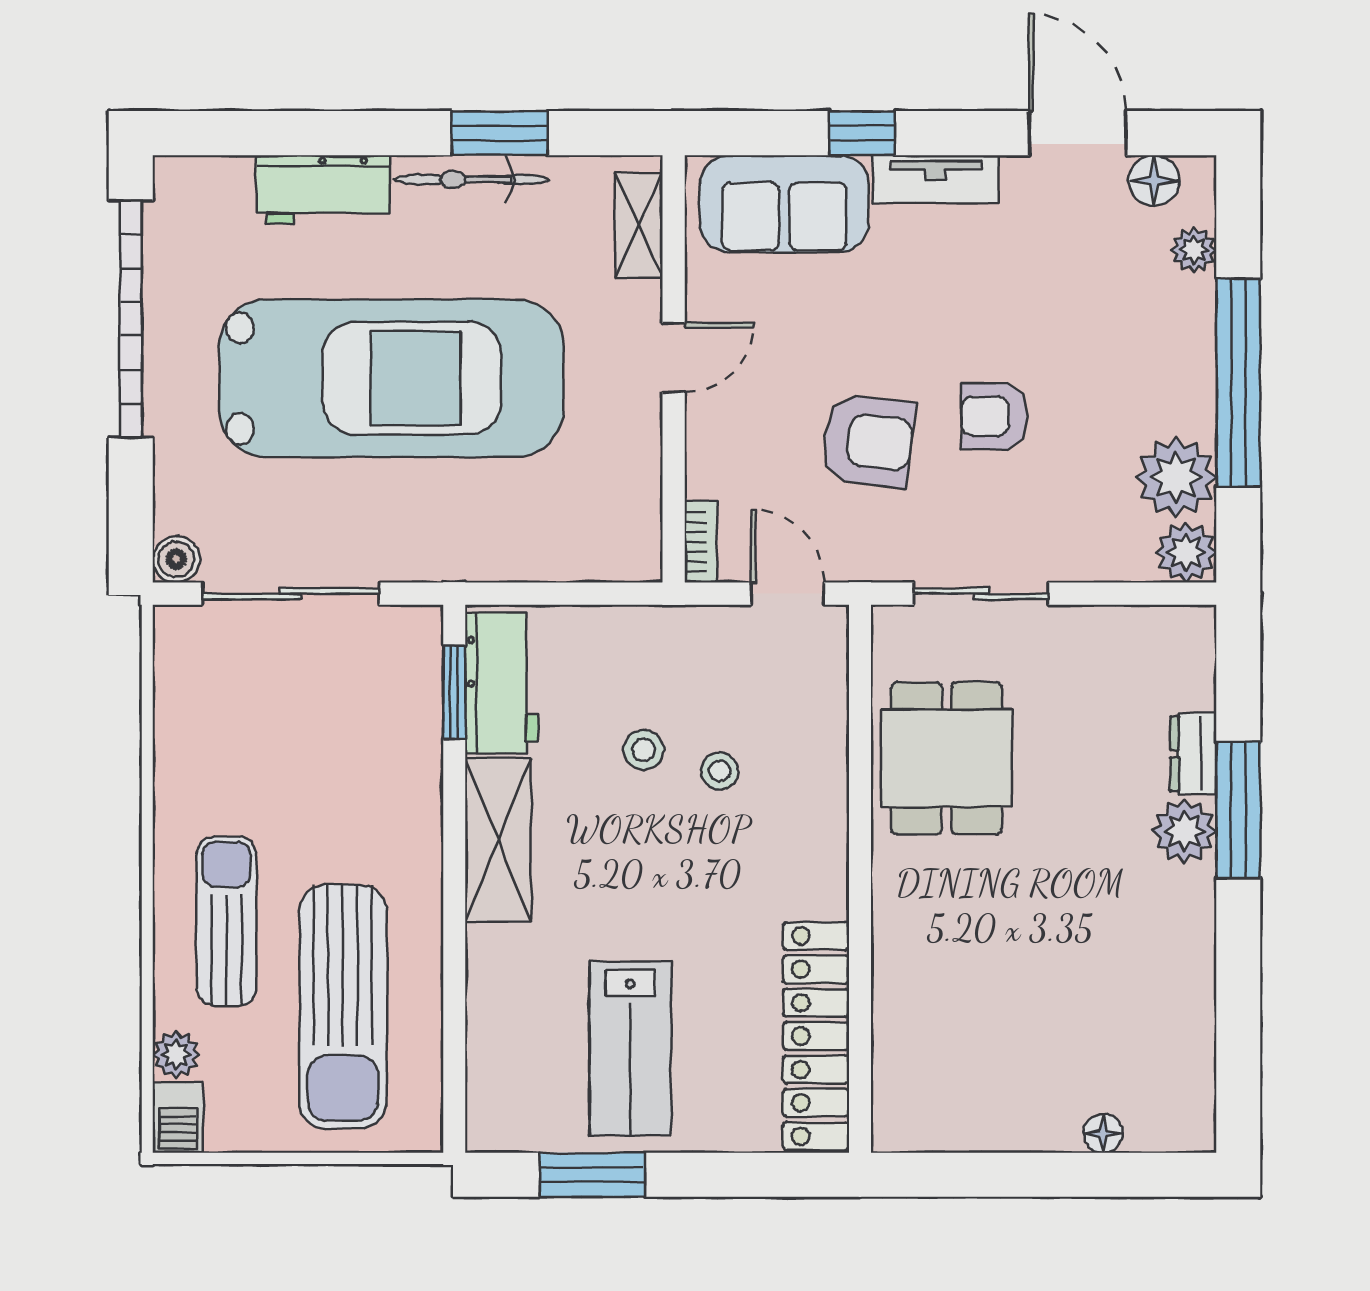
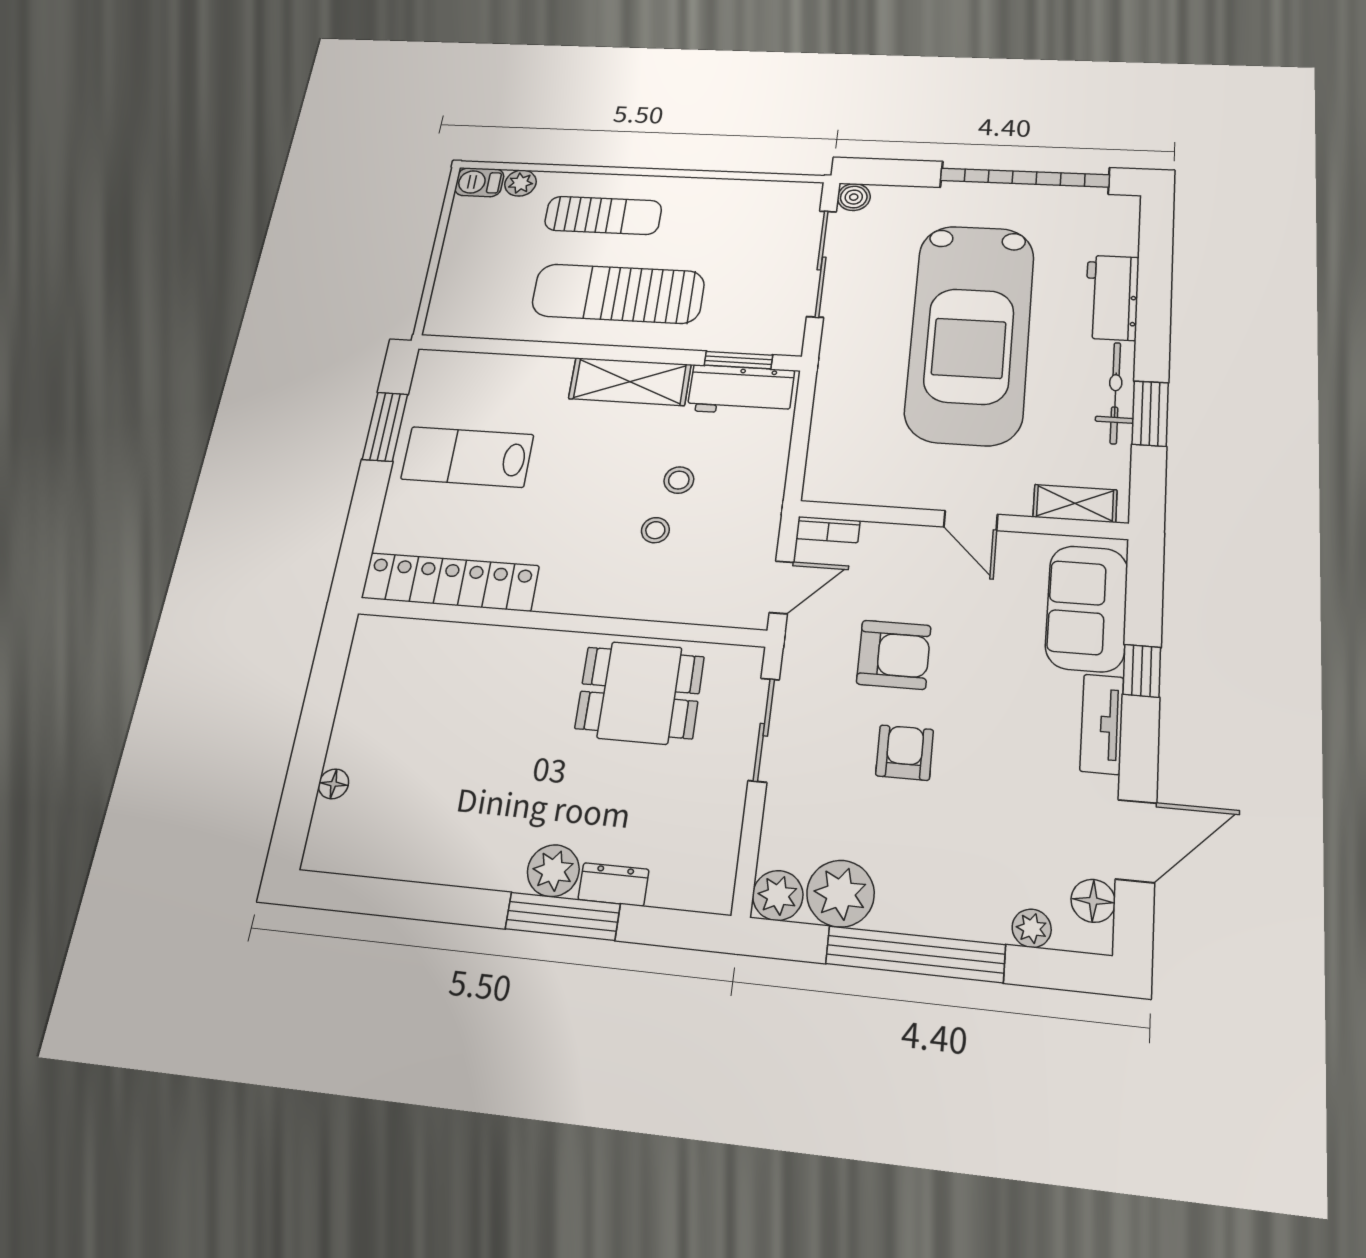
armchair: (868, 441) -> (894, 655), turned -97
sun lounger: (343, 1007) -> (618, 294), moved

